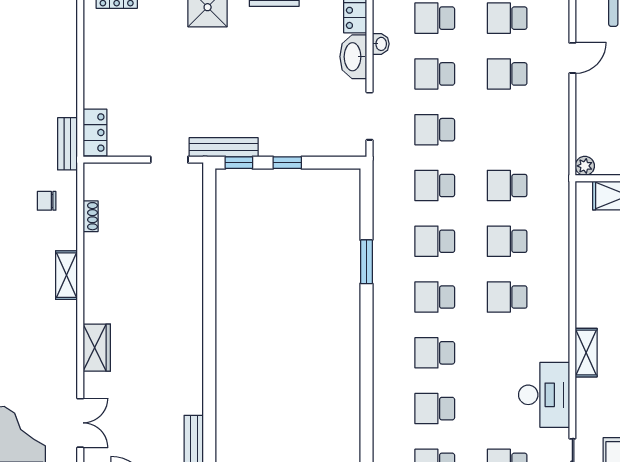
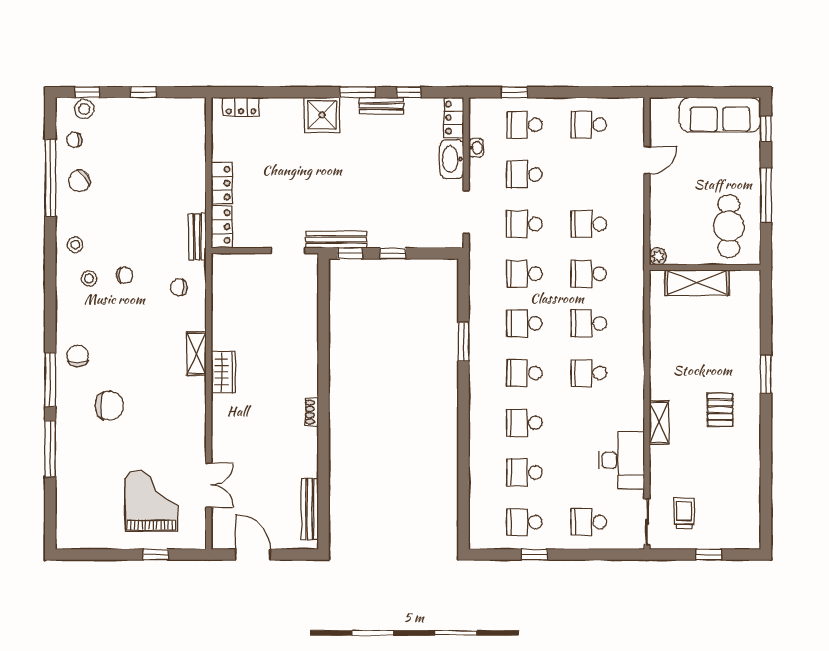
school desk: (507, 74) -> (589, 224), moved
locker: (95, 84) -> (222, 183), added
shoe rack: (91, 216) -> (312, 412), moved, turned 180
wardrobe: (97, 348) -> (223, 372), moved

